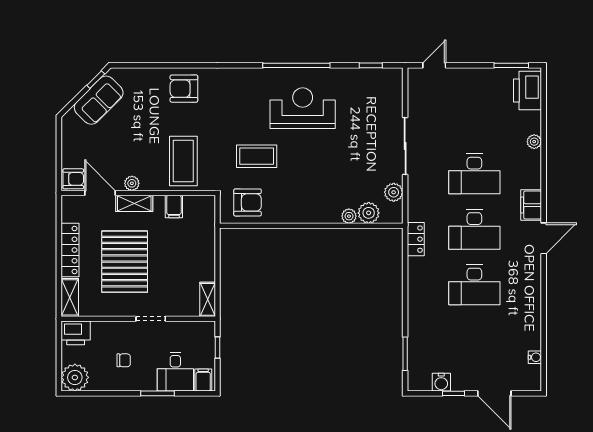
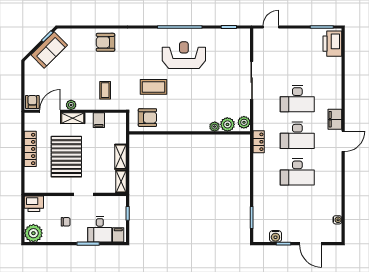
plant: (534, 142) -> (337, 77), removed
coffee table: (183, 161) -> (105, 90), width x0.54, depth x0.58
armchair: (73, 179) -> (32, 102), turned -90
plant: (394, 192) -> (244, 122), moved
door: (100, 193) -> (50, 111), hinge flipped
shelving: (70, 297) -> (121, 157), moved

